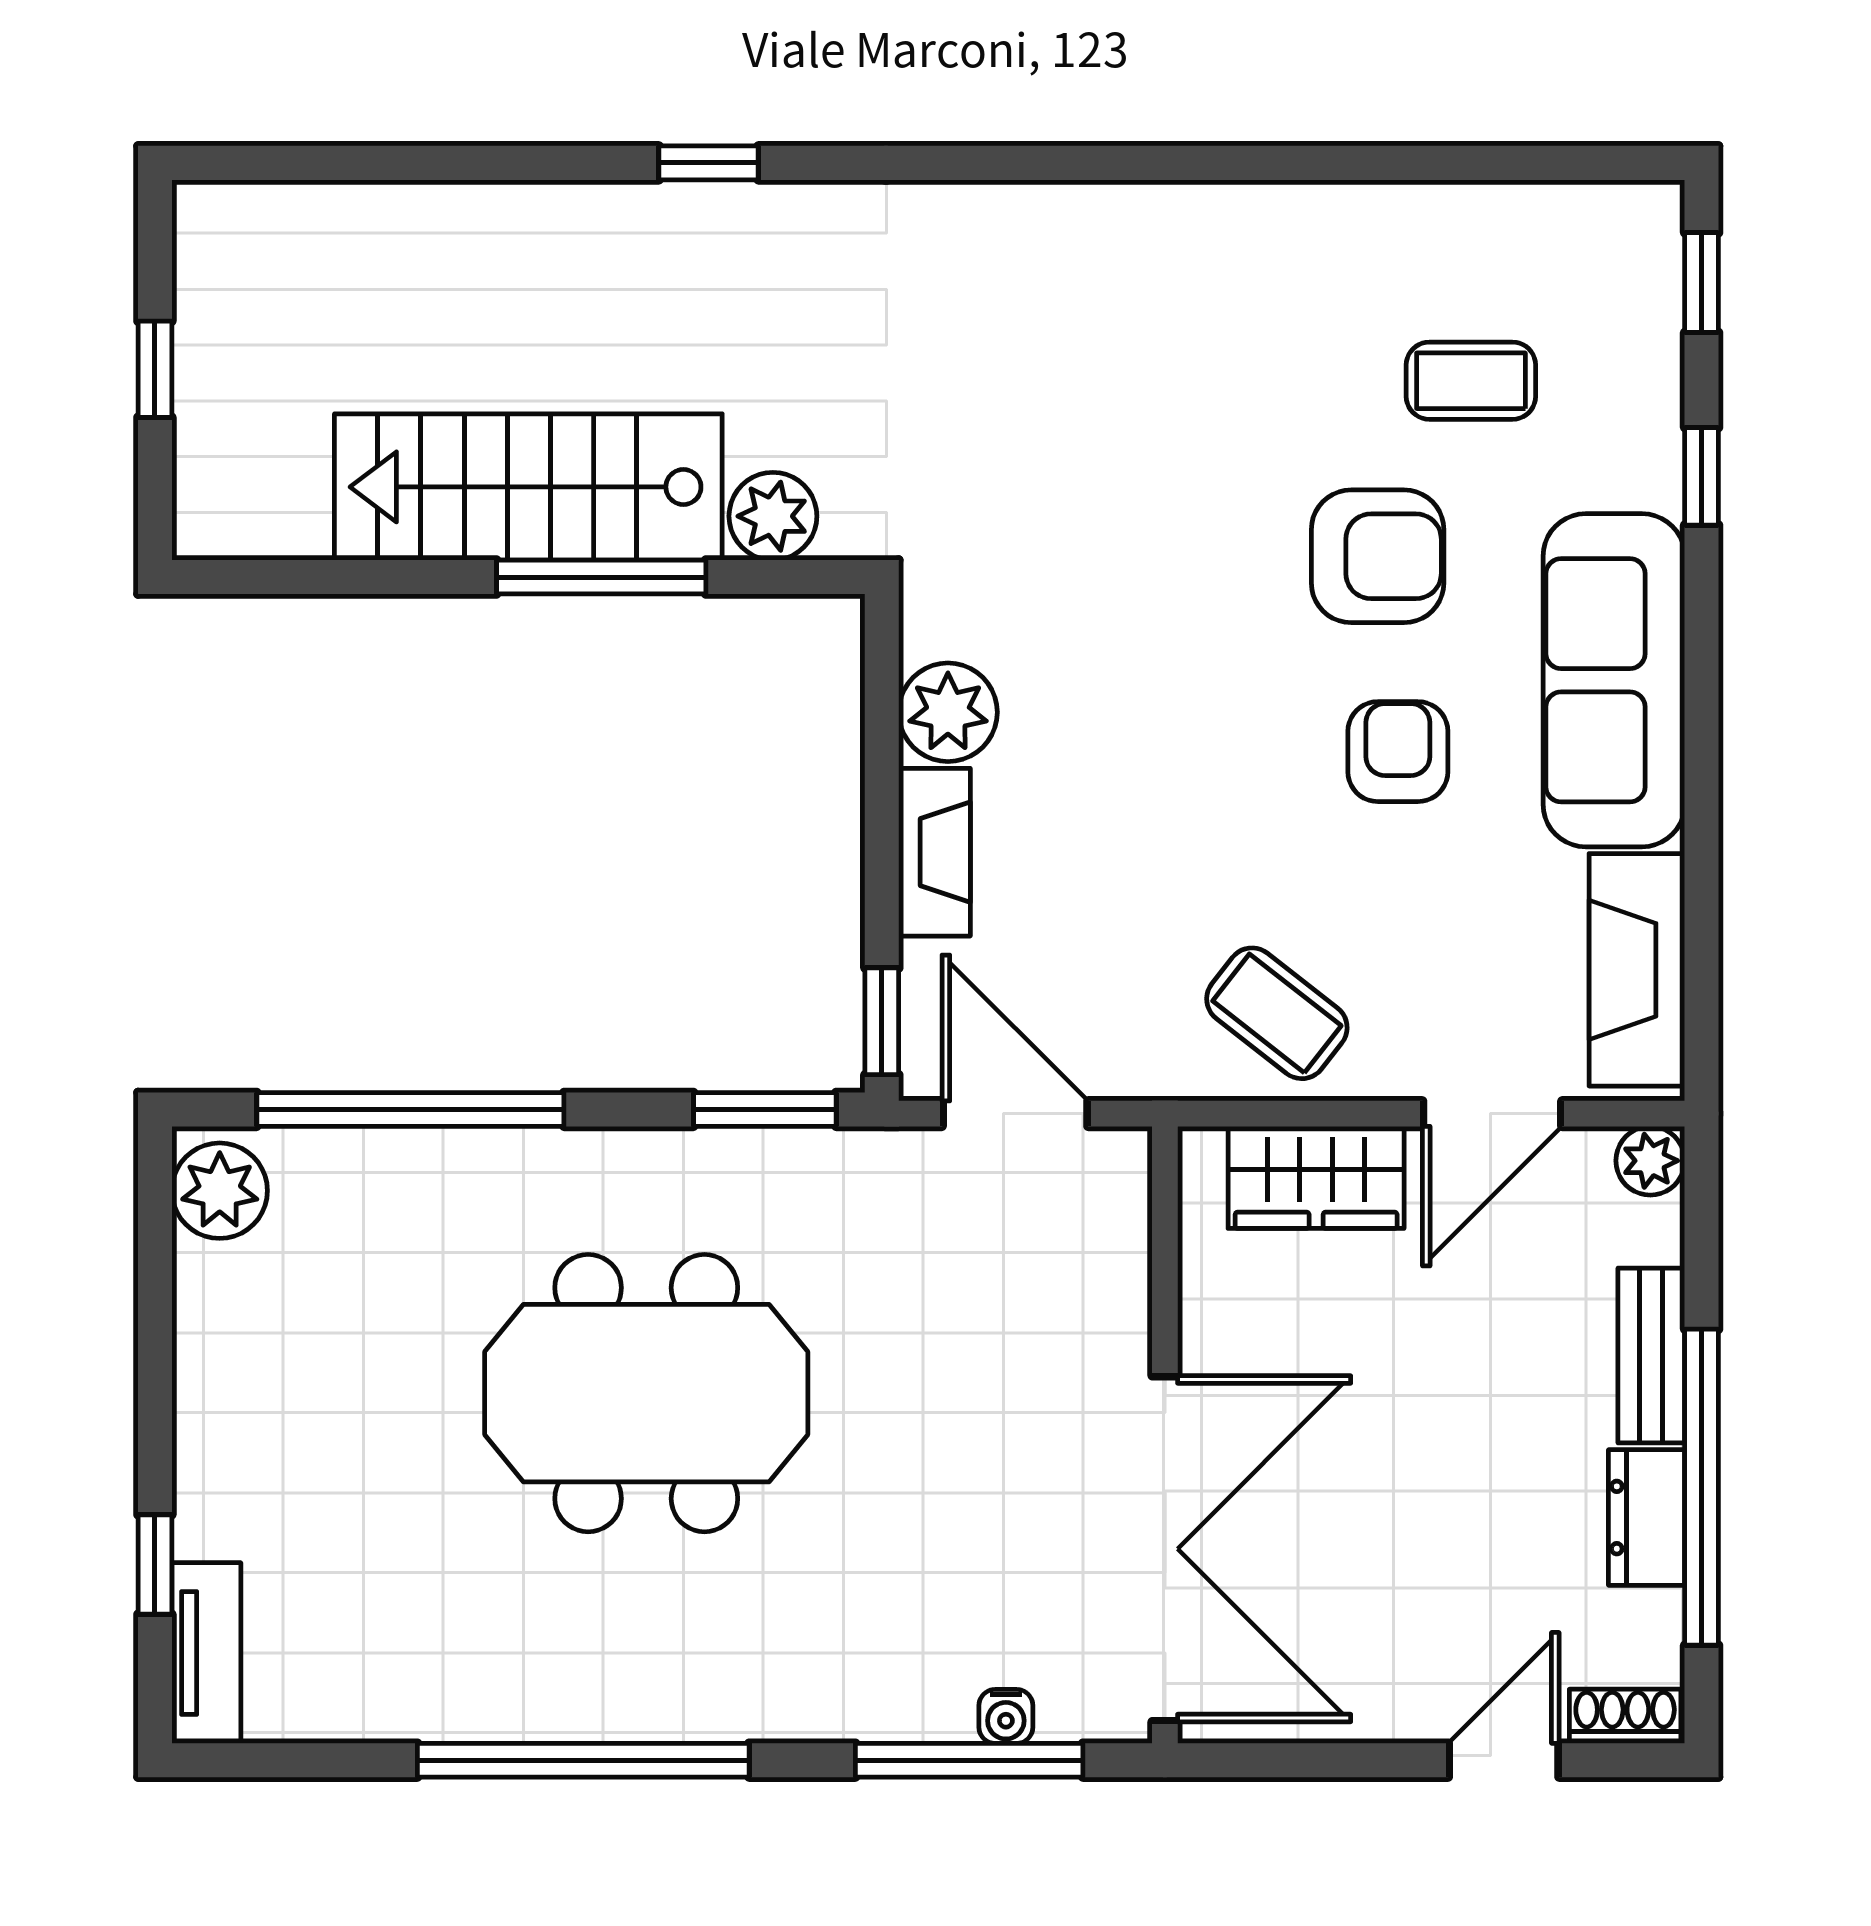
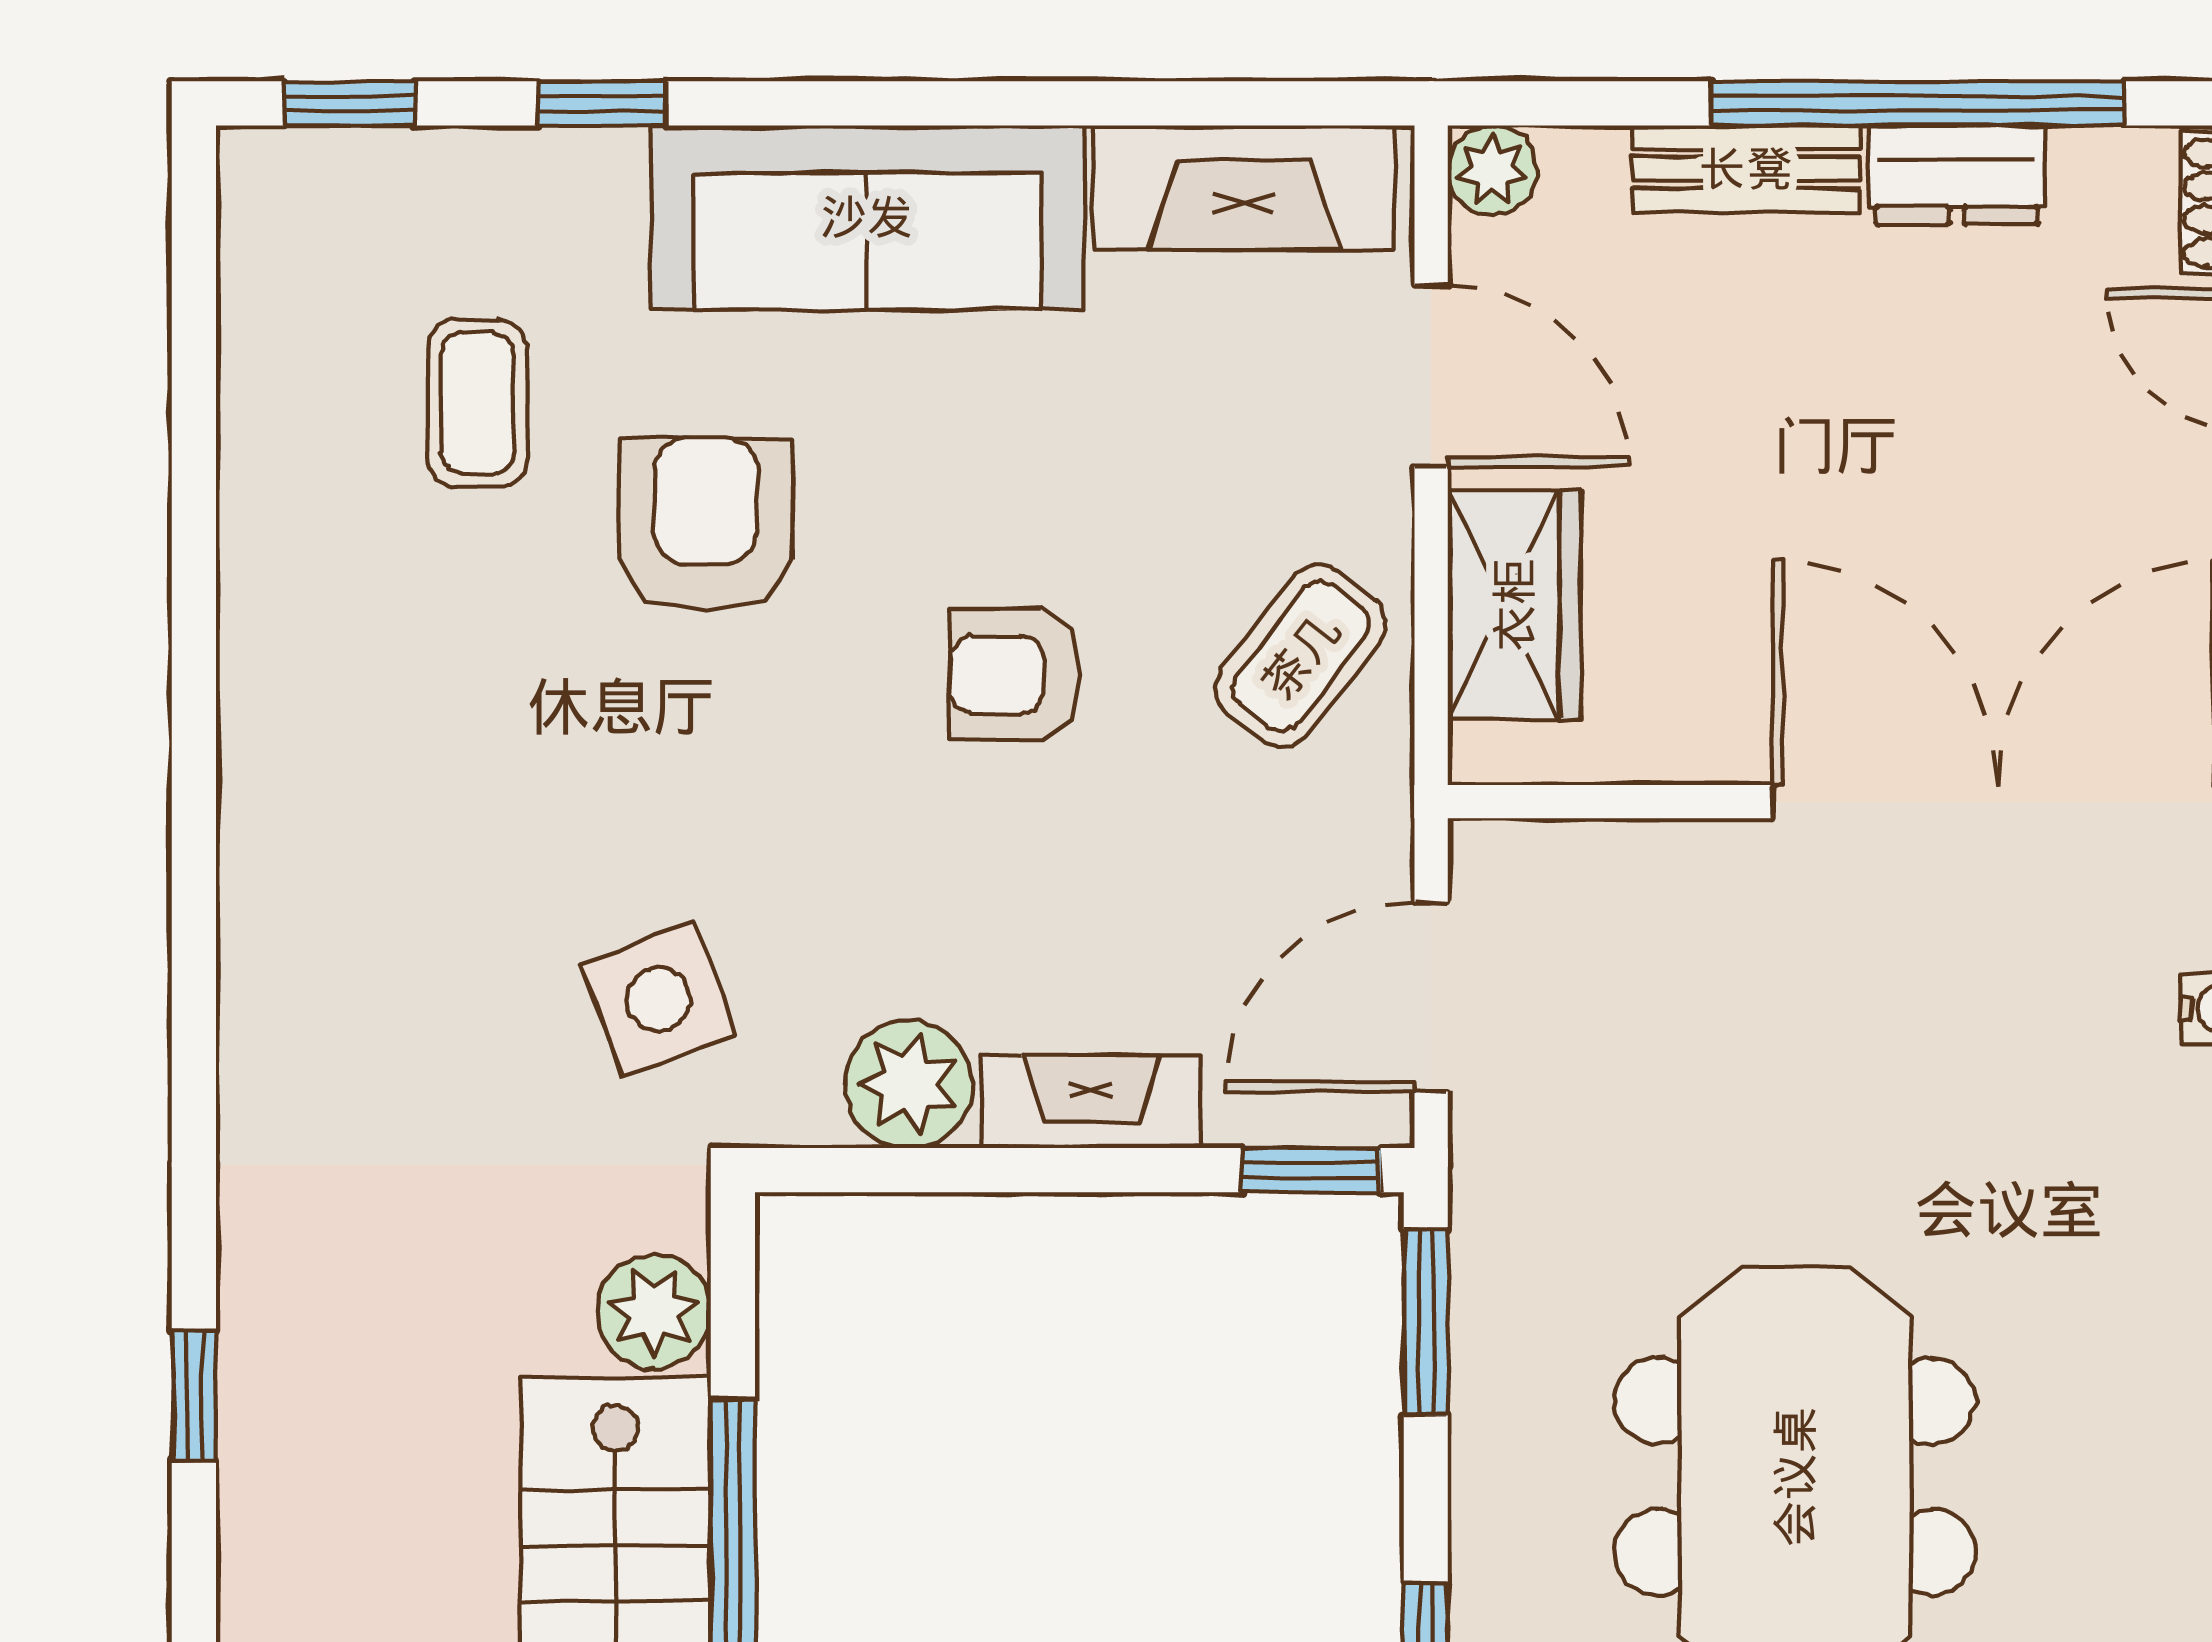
side table: (1013, 520) -> (658, 999), added
armchair: (1398, 752) -> (1015, 675), moved

